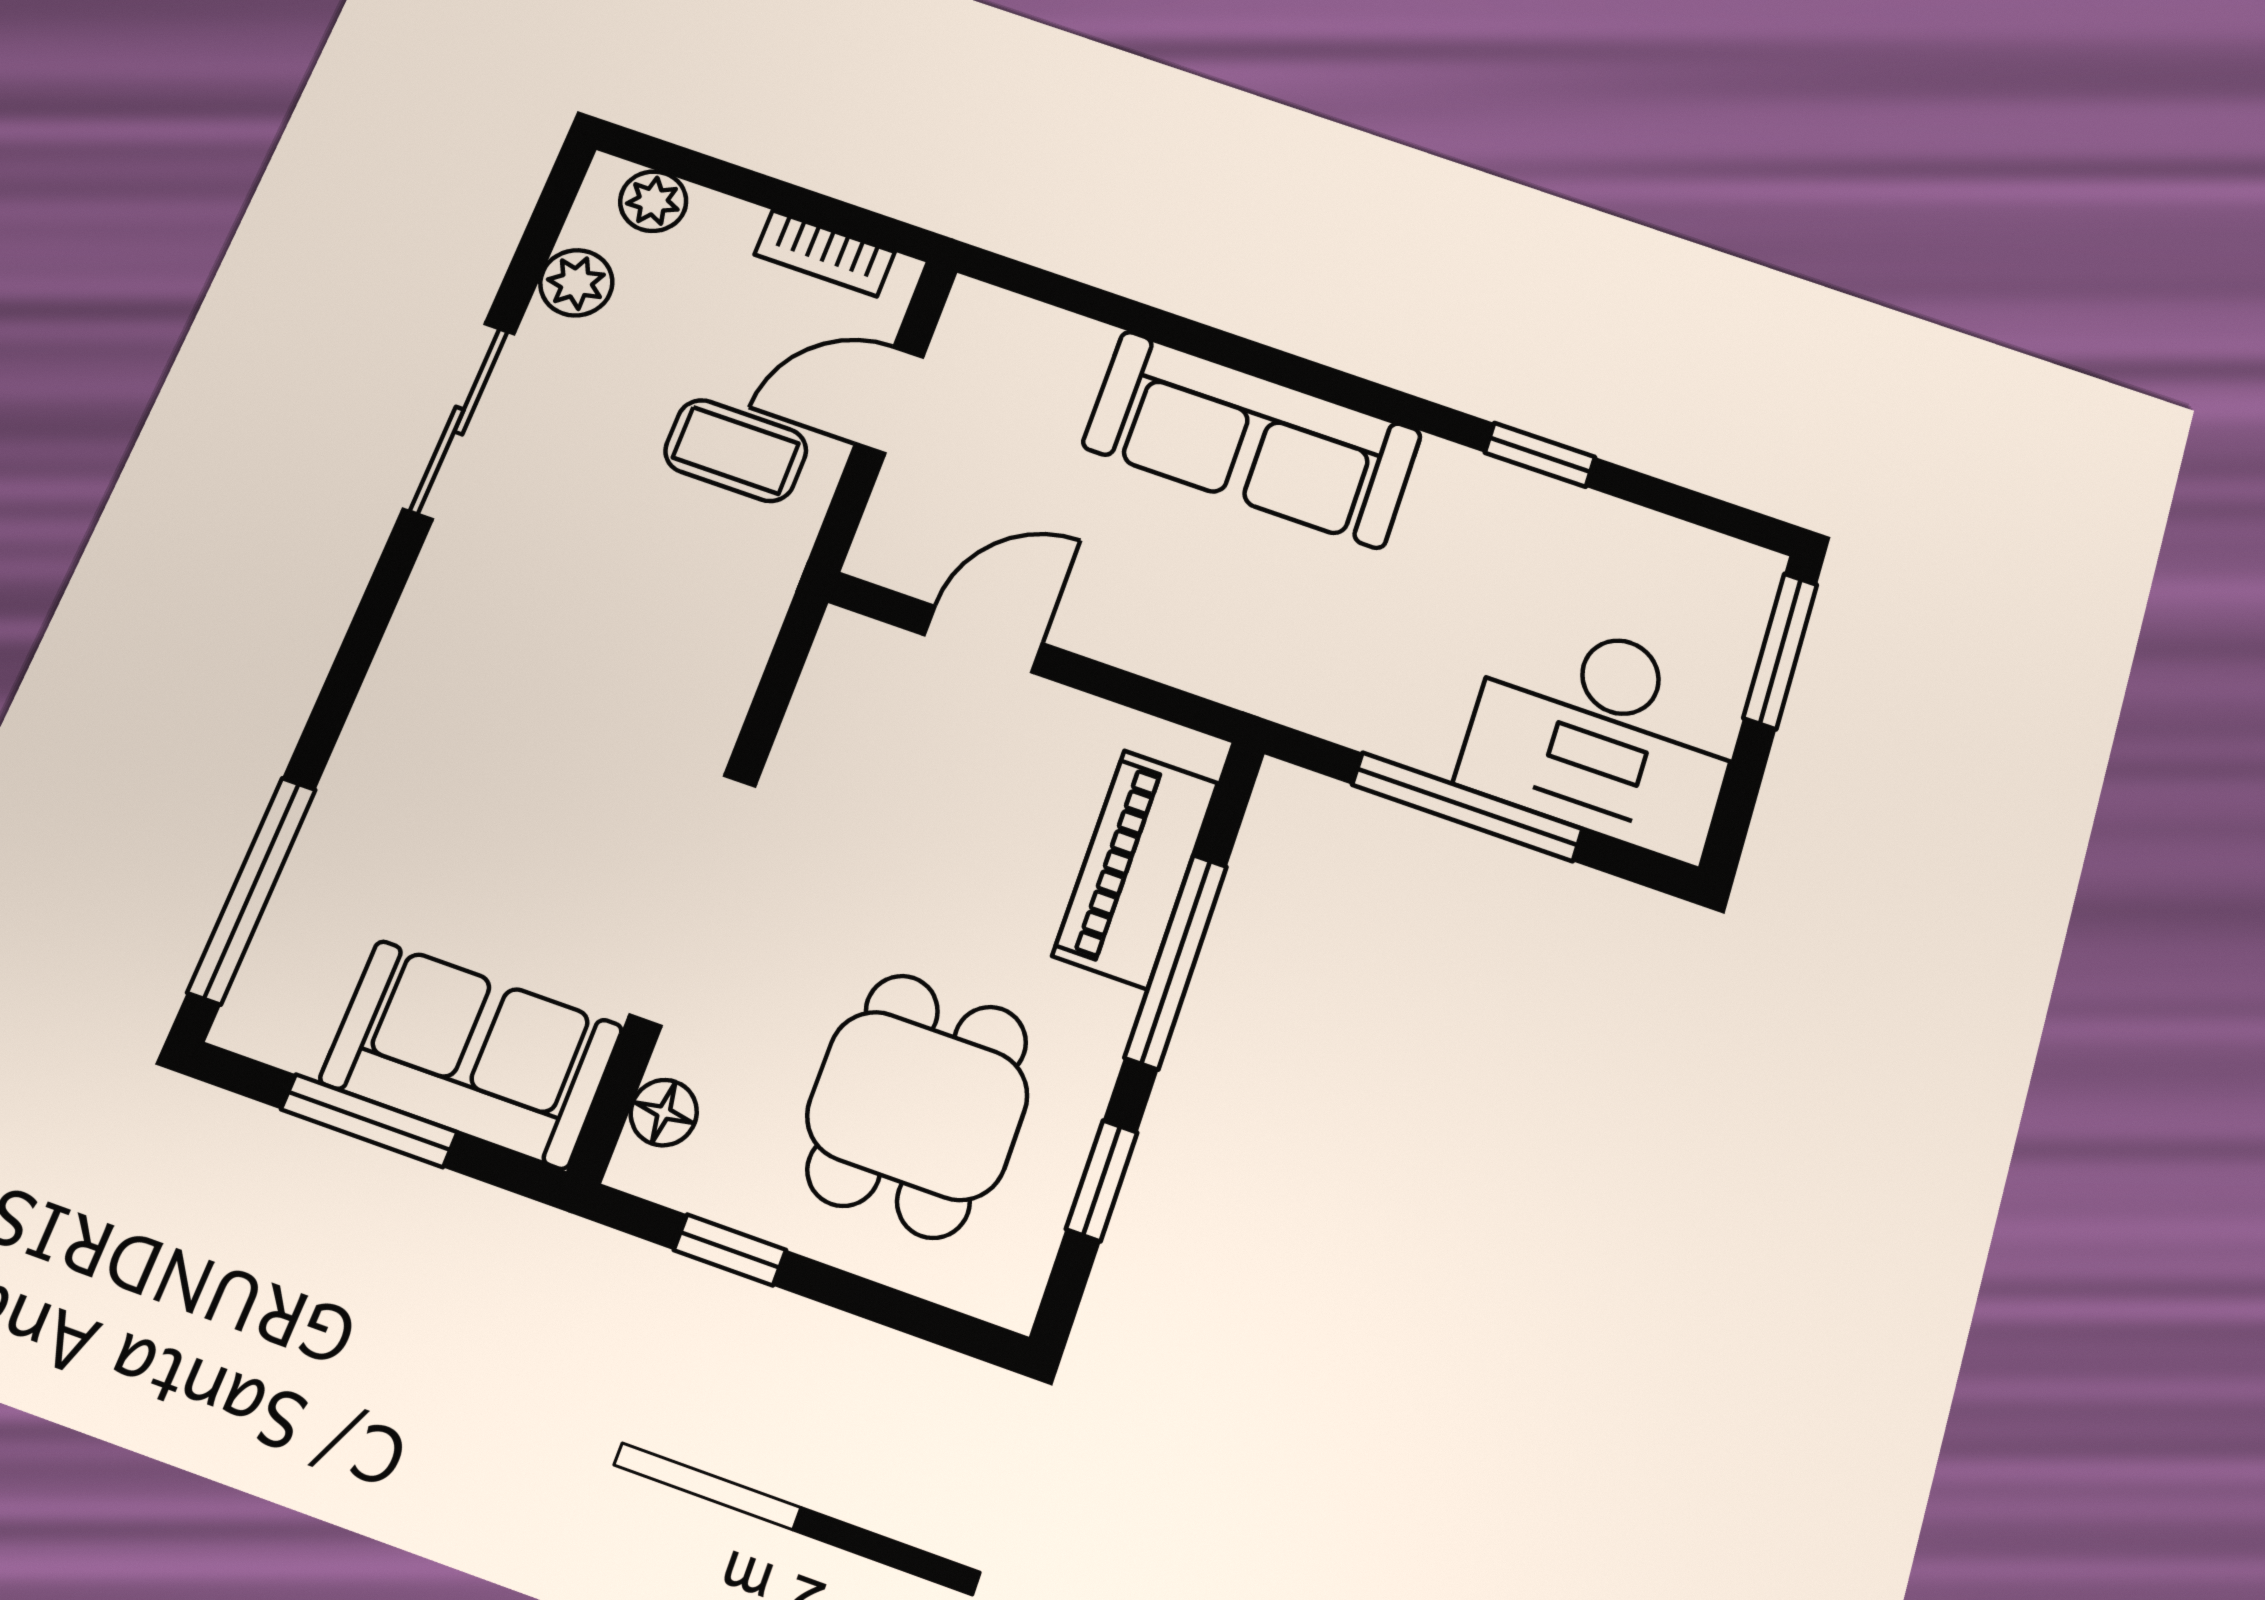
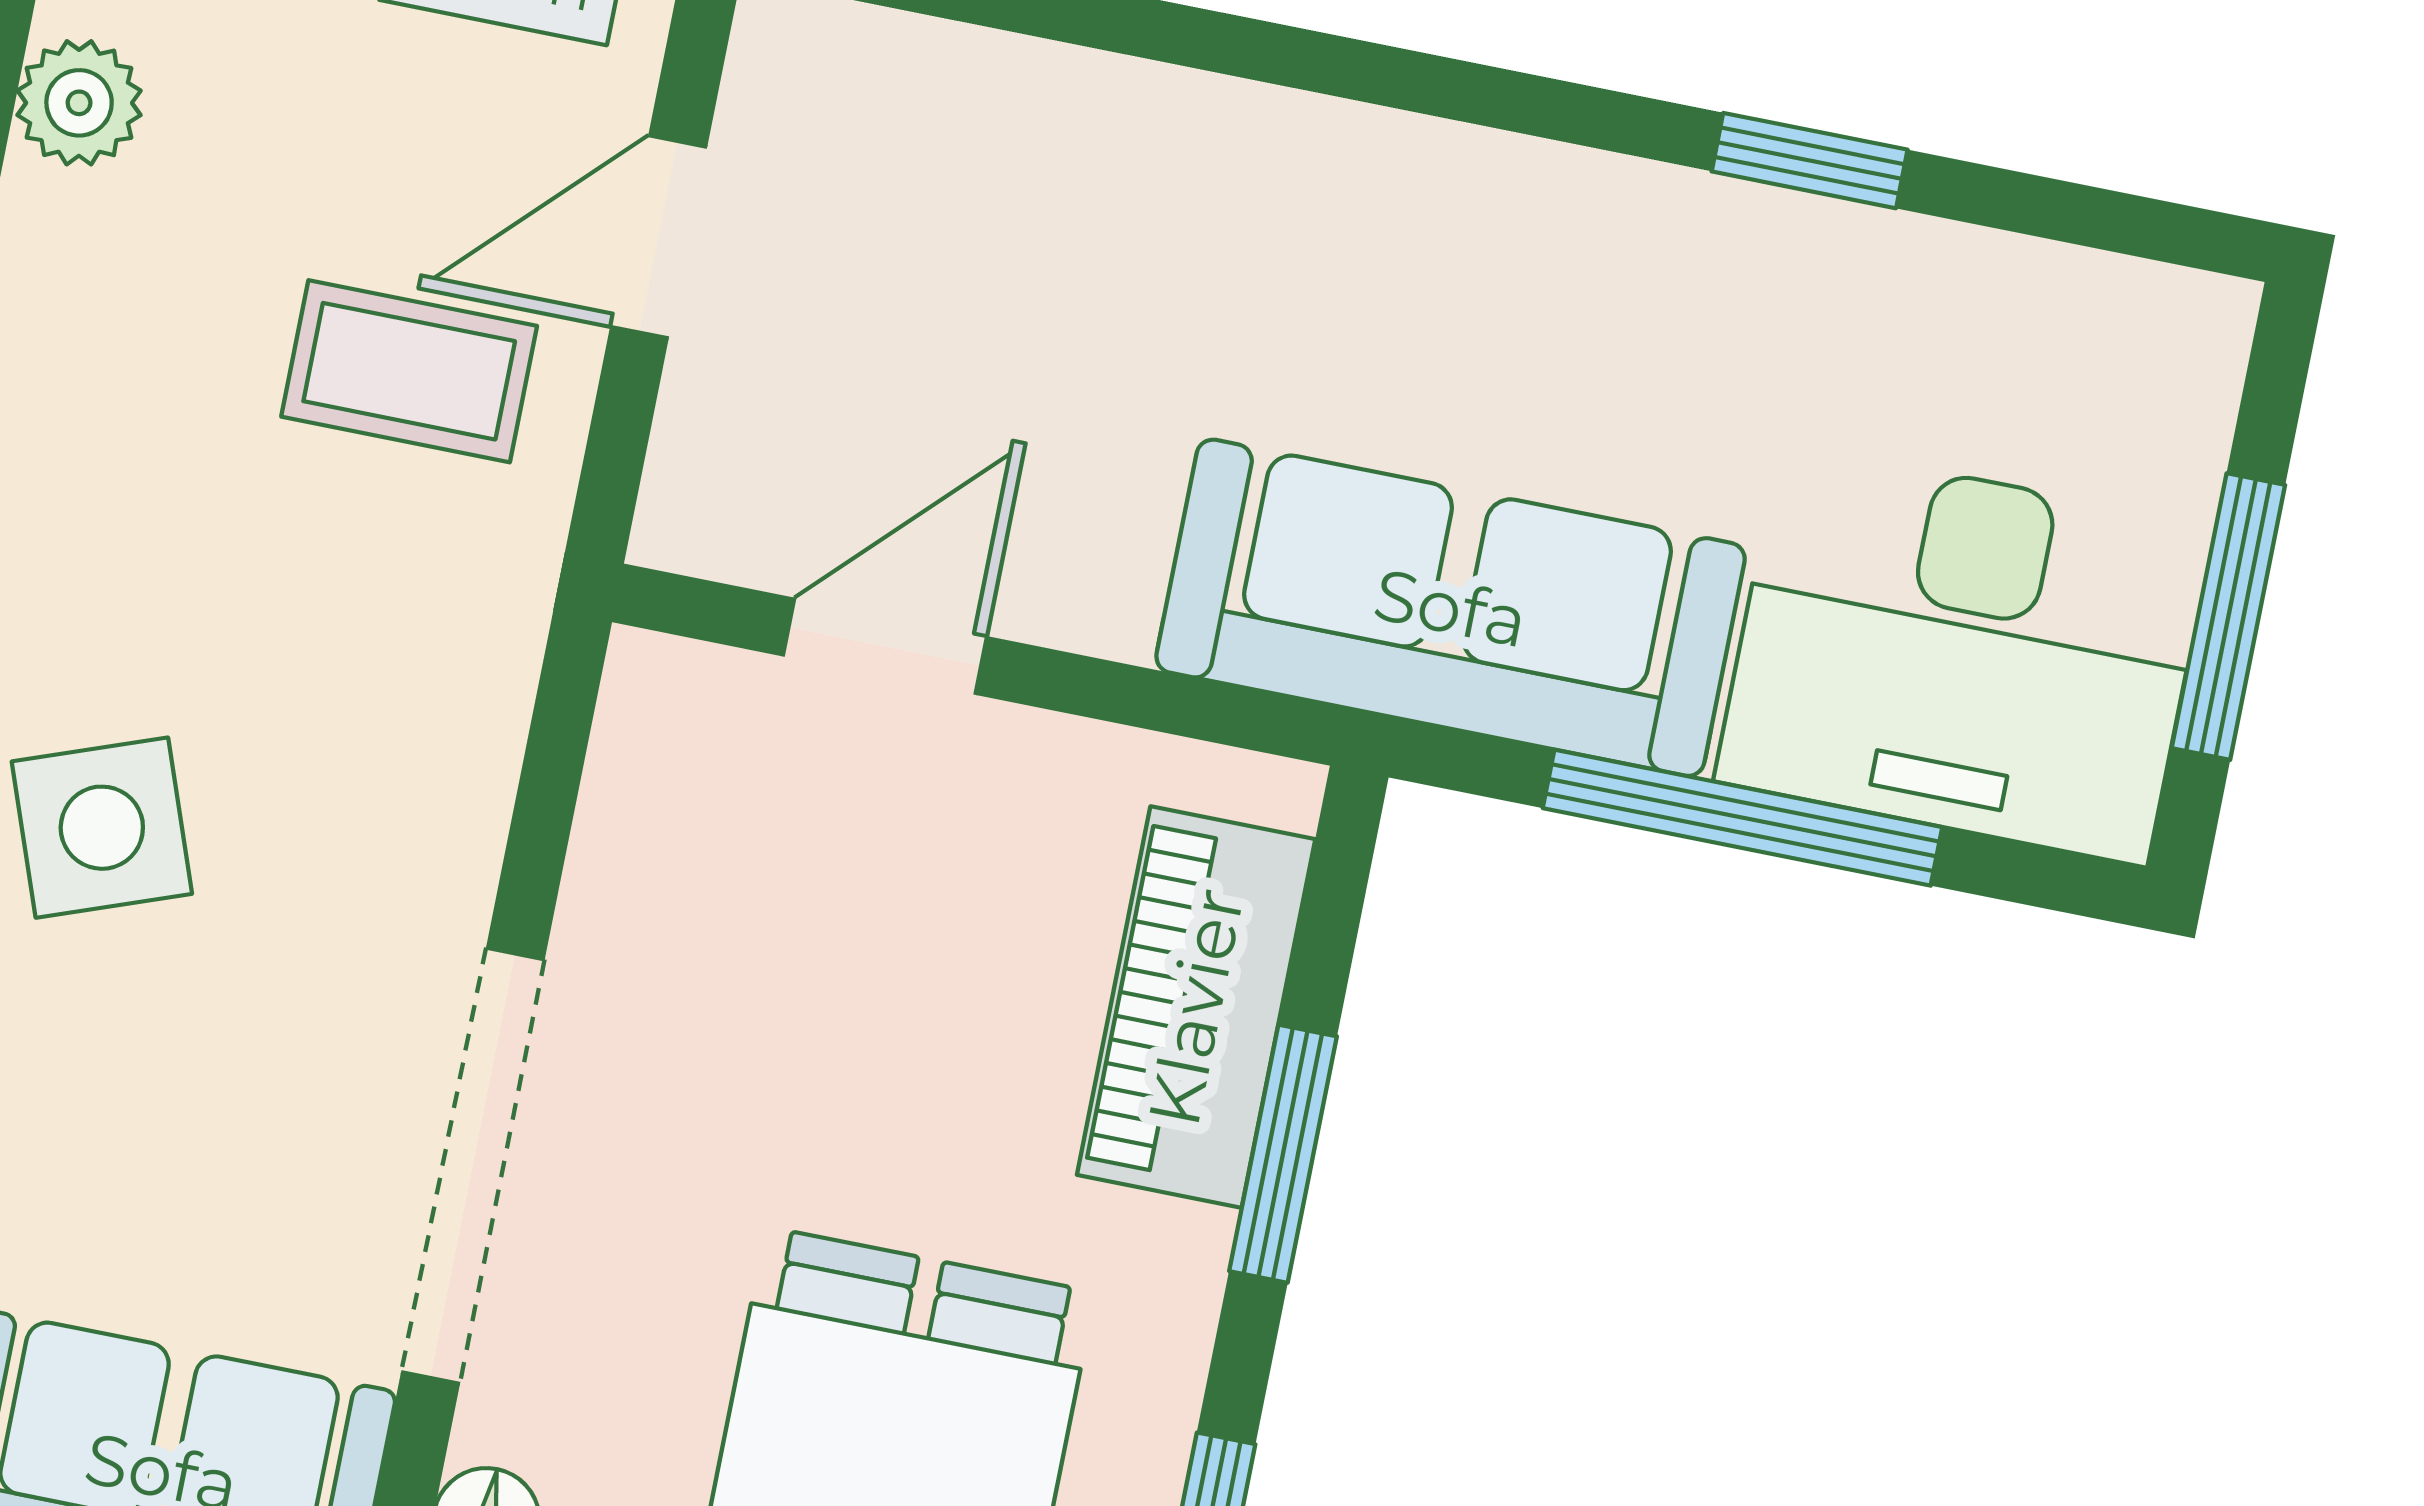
sofa: (1252, 439) -> (1451, 608), moved, turned 180
window: (1780, 651) -> (2228, 617), moved
side table: (511, 674) -> (102, 828), added
window: (1176, 961) -> (1283, 1154), width x0.69

